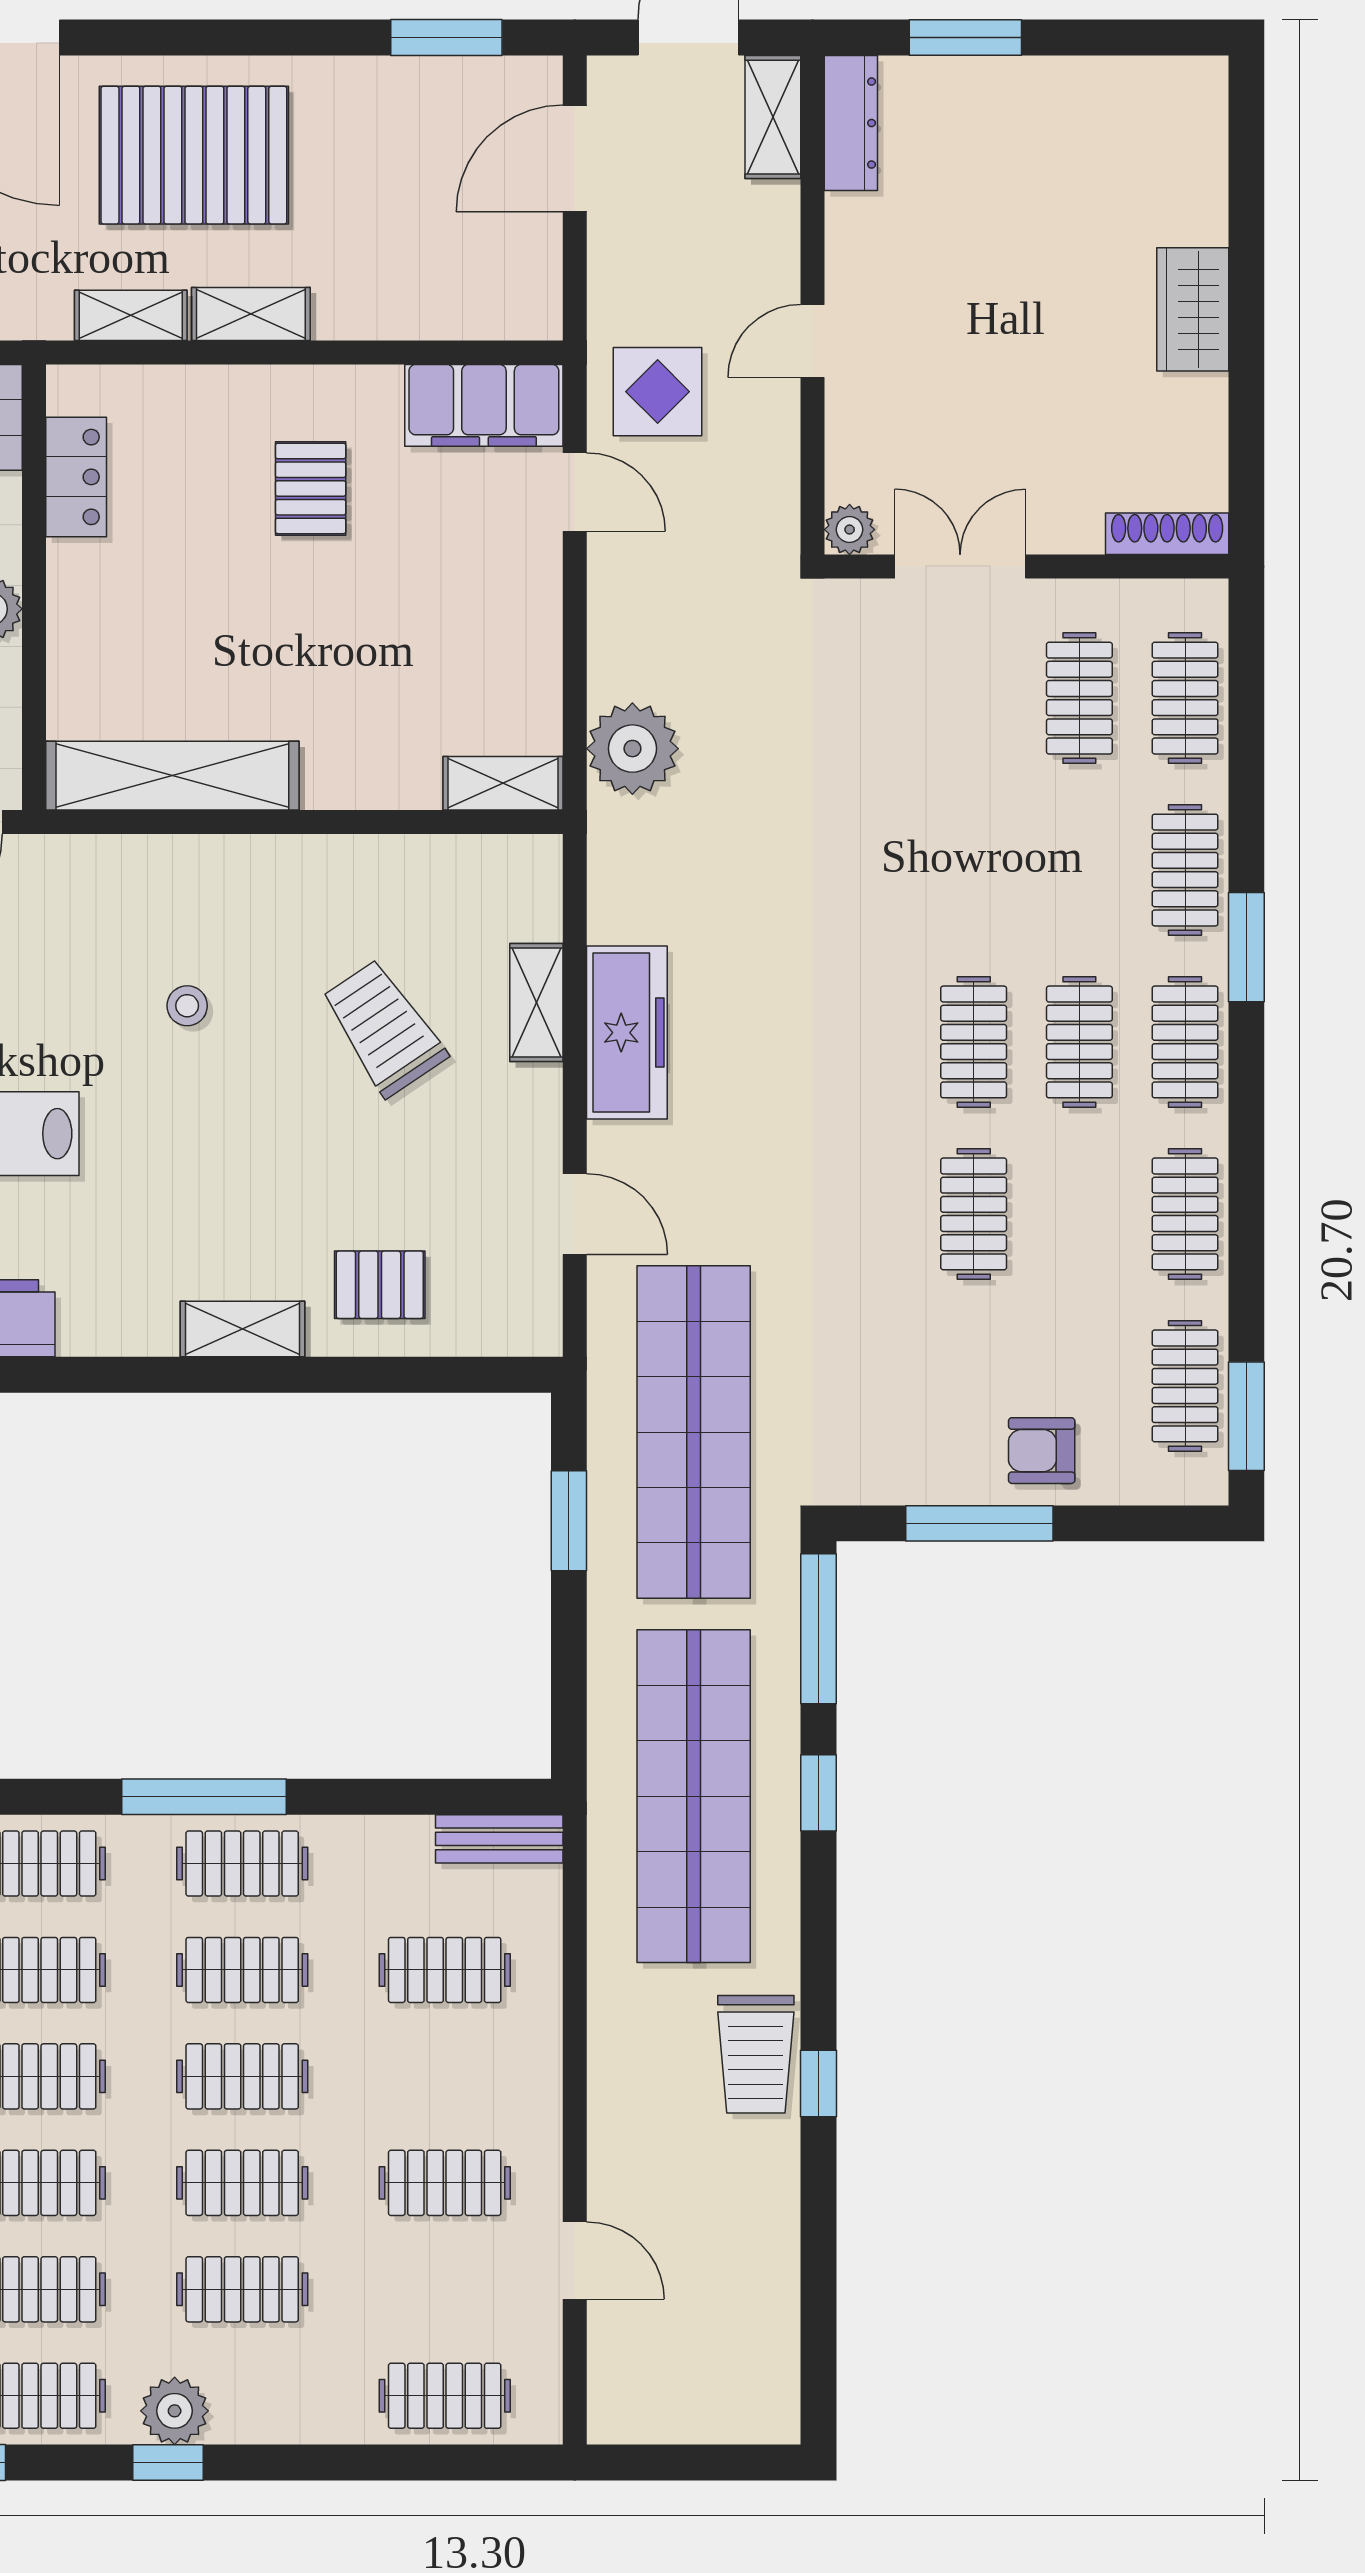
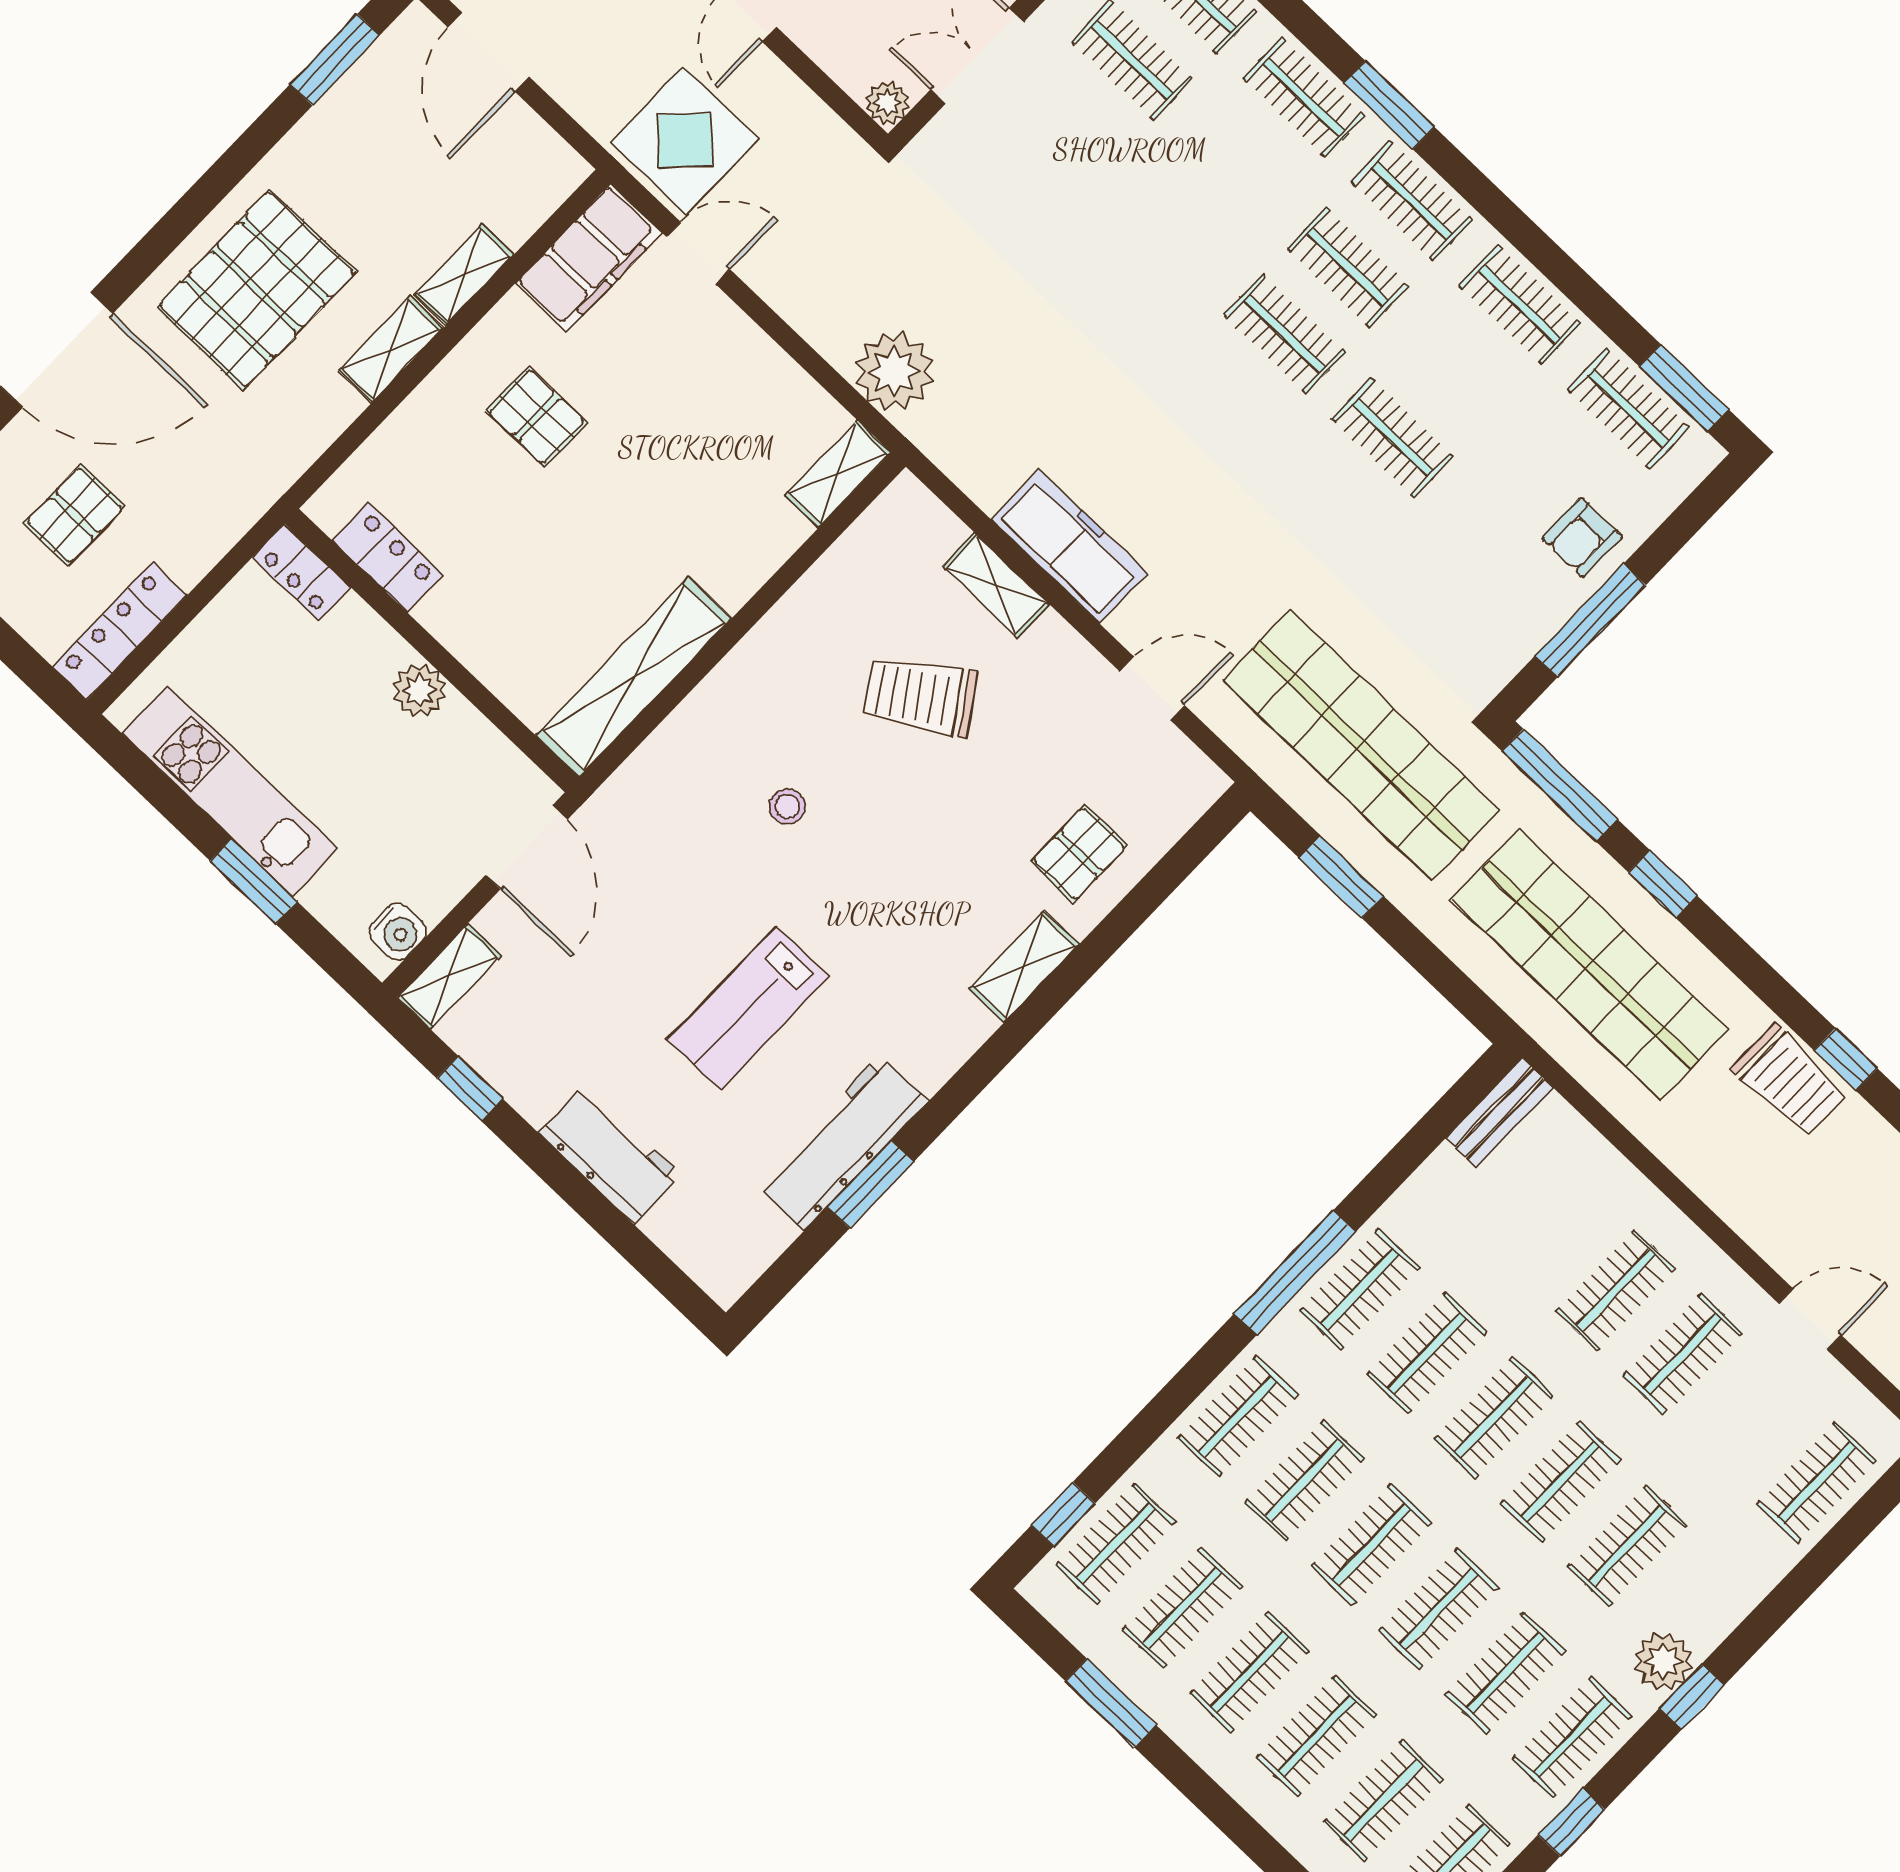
shelving: (131, 315) -> (464, 275), moved
display table: (658, 392) -> (685, 140), width x1.36, depth x1.36
clothes rail: (445, 1970) -> (1616, 1290), moved

